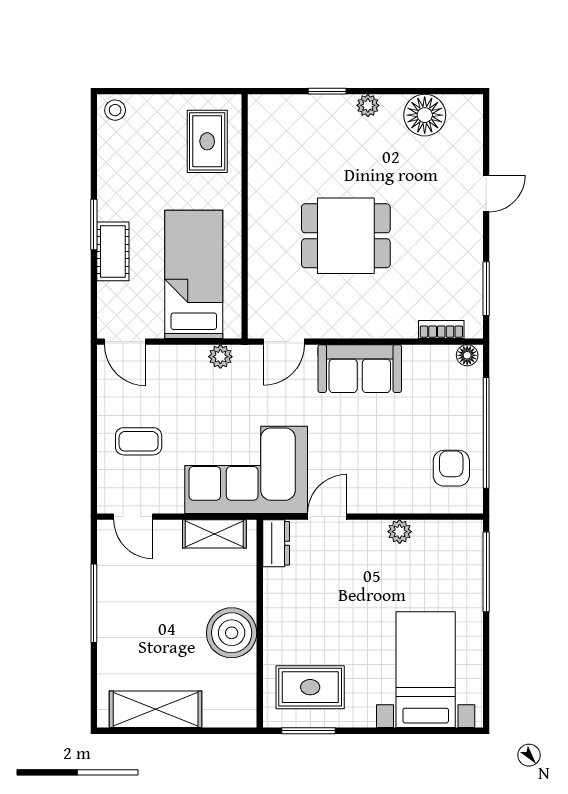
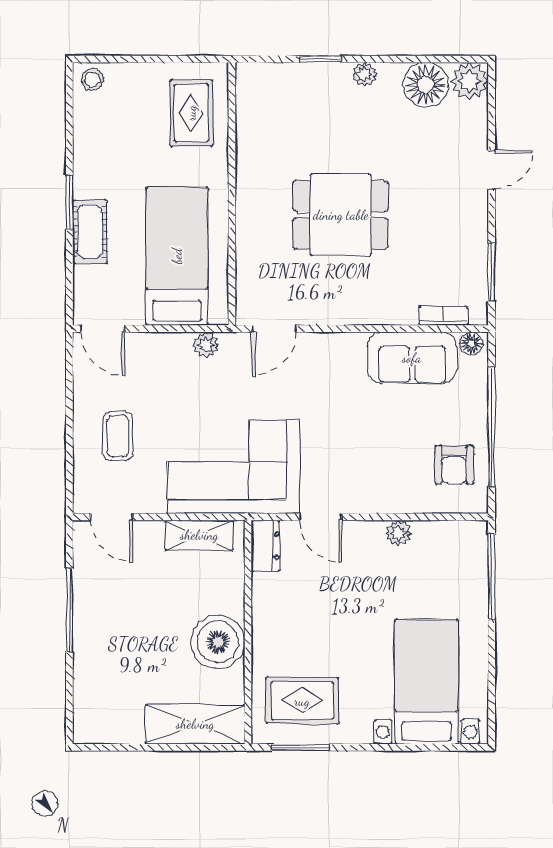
plant: (466, 112) -> (470, 81), added
sofa: (360, 369) -> (412, 358), moved
coffee table: (139, 441) -> (118, 436), turned 90
armchair: (451, 468) -> (454, 465), turned 180
door: (327, 517) -> (321, 517), swing flipped
shelving: (156, 709) -> (195, 724), moved

